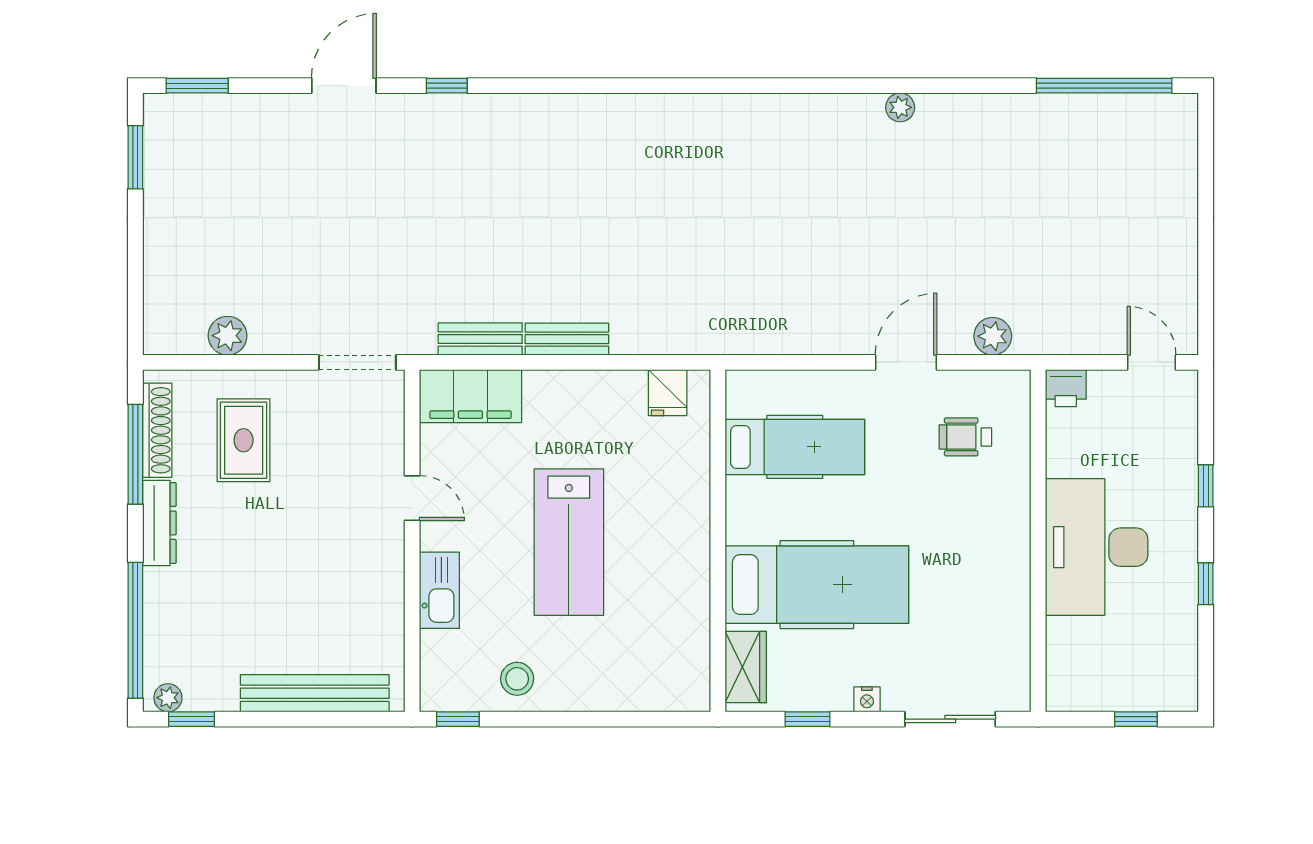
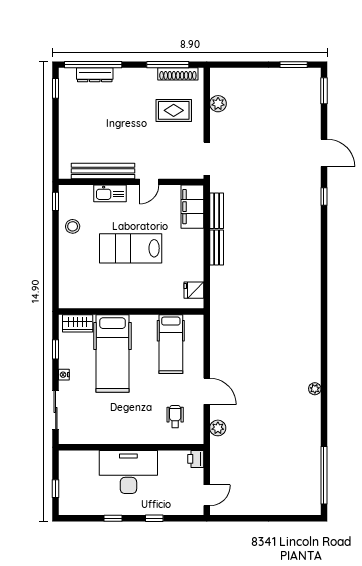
dresser: (159, 523) -> (95, 75), moved
bench: (315, 693) -> (103, 171), moved, turned 90
plant: (168, 698) -> (65, 78), removed

